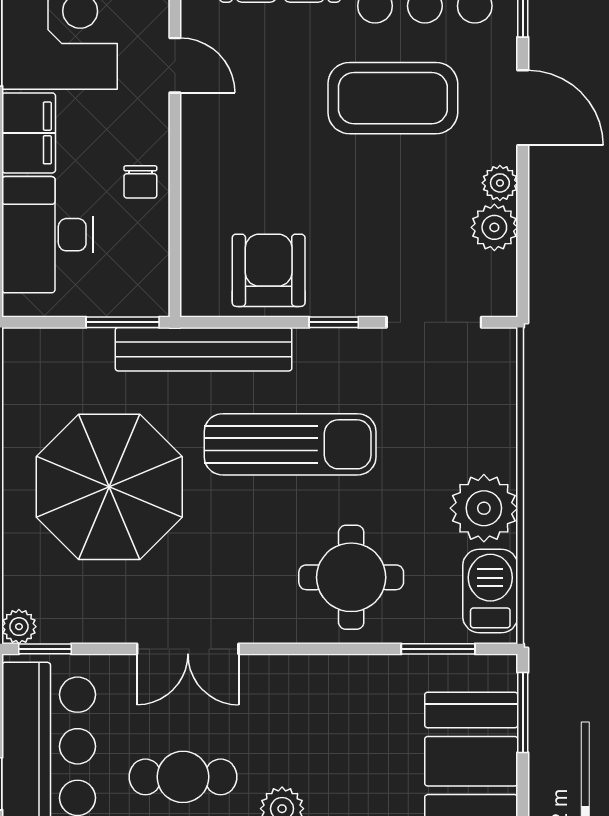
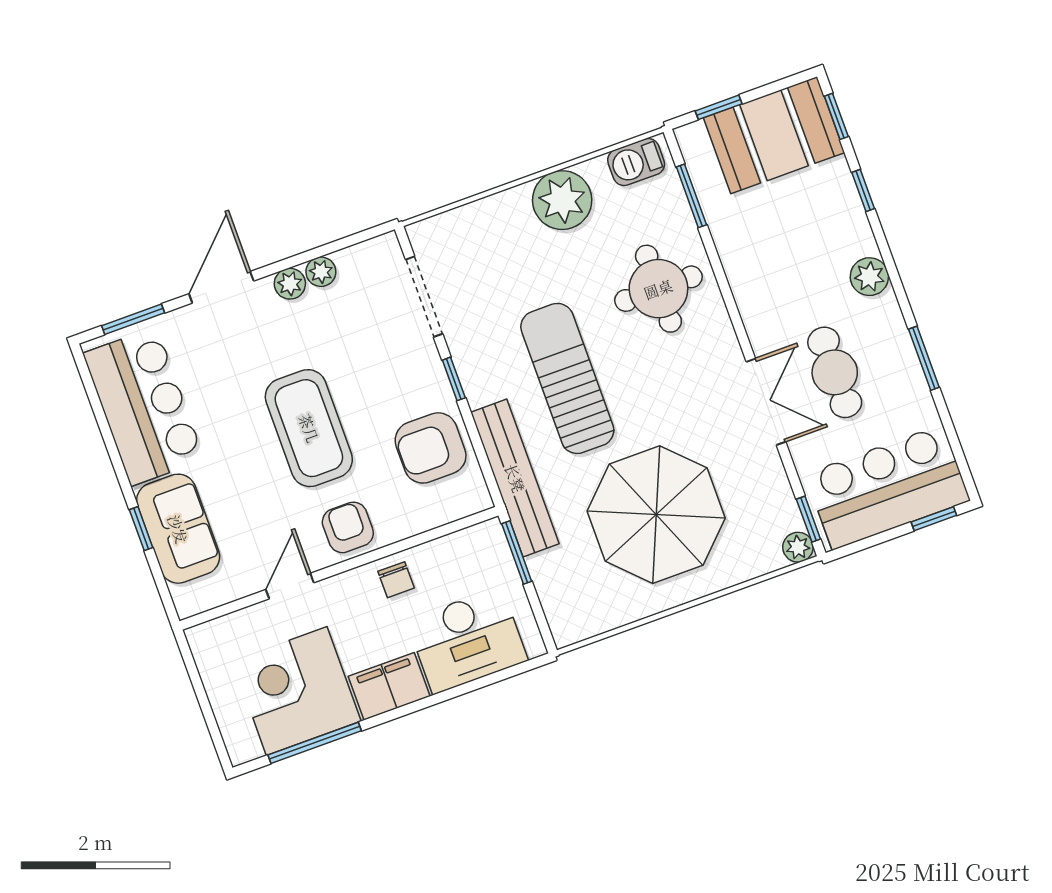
coffee table: (393, 98) -> (309, 428), moved
armchair: (215, 150) -> (348, 527), added
chair: (140, 182) -> (396, 580), turned 90
plant: (494, 227) -> (321, 272), width x0.73, depth x0.73
barbecue: (490, 591) -> (636, 162), width x0.73, depth x0.79
window: (523, 713) -> (719, 107), width x0.67
cafe table: (183, 777) -> (835, 372), moved

